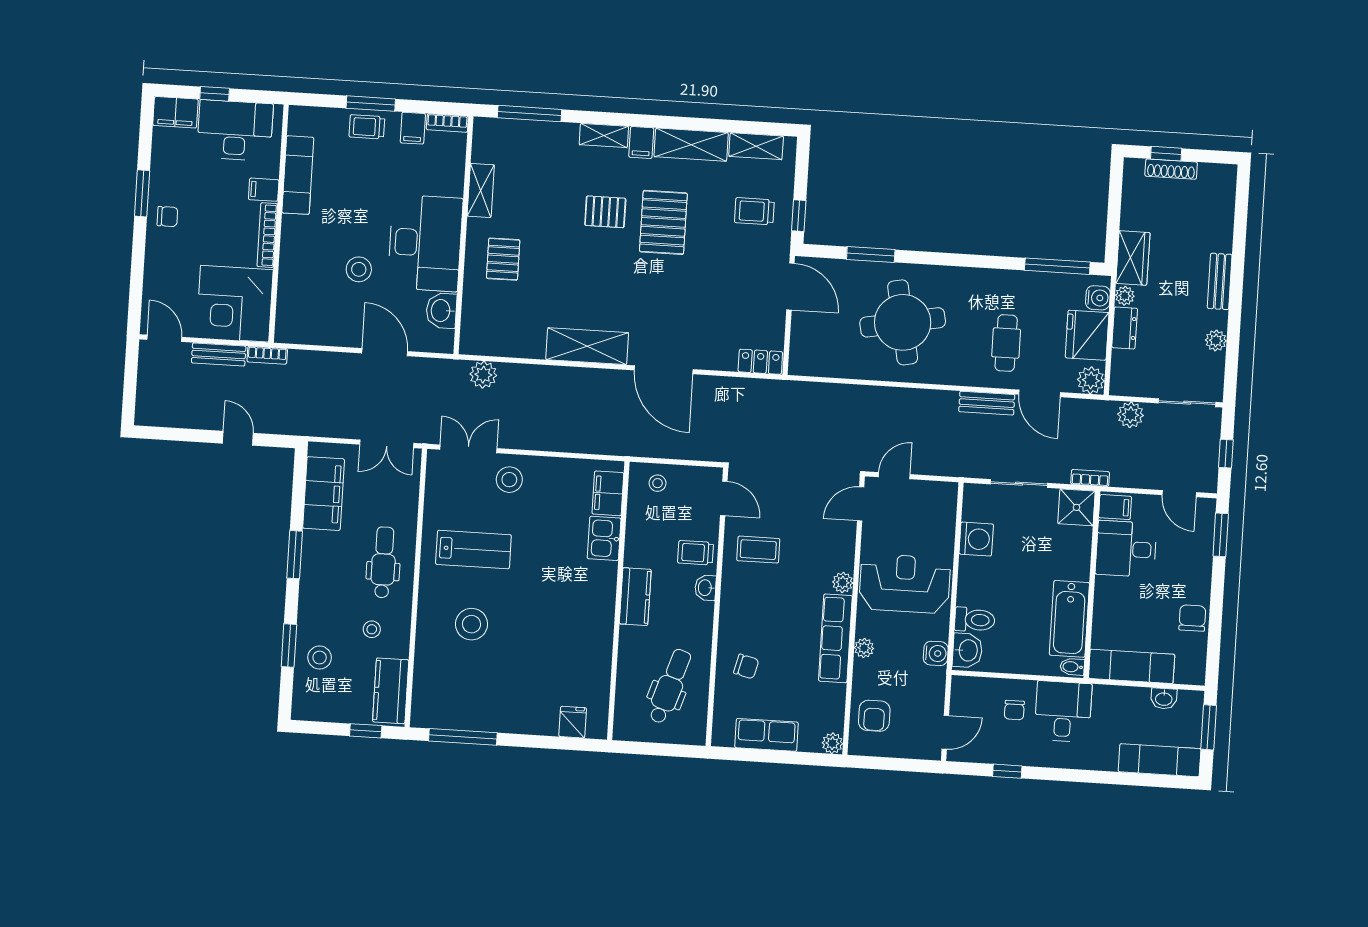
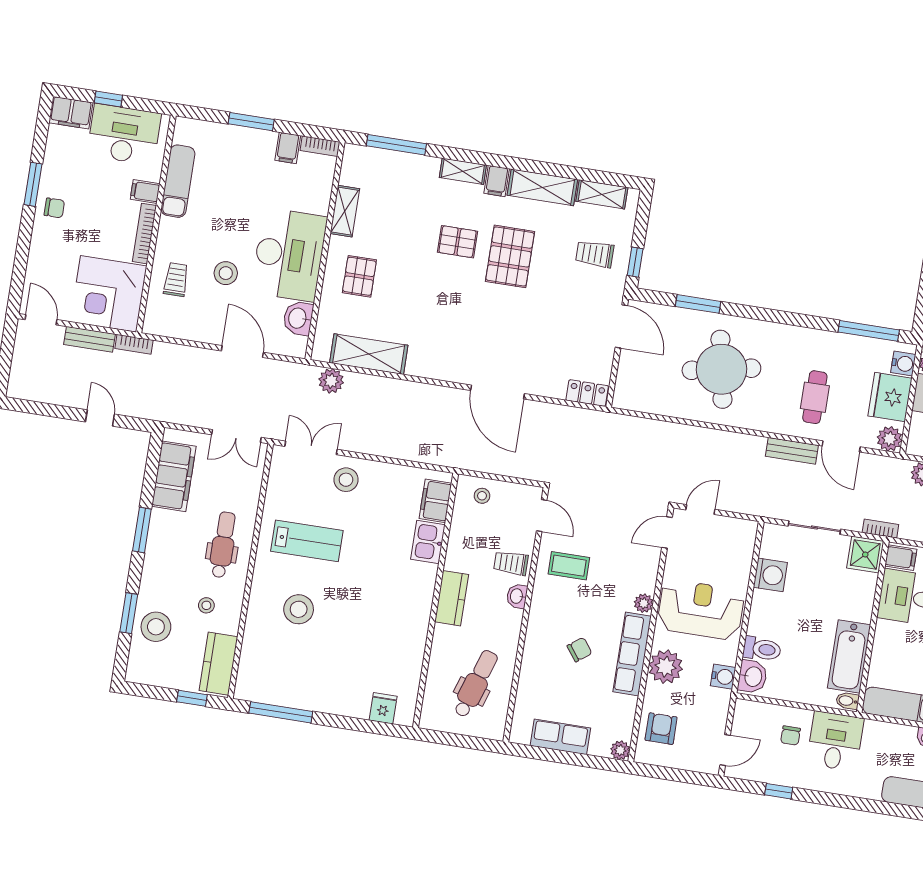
trolley: (367, 127) -> (176, 280), moved, turned 90
shelving: (587, 346) -> (369, 354), moved
plant: (864, 648) -> (666, 667), width x1.87, depth x1.87
stool: (320, 657) -> (156, 627), width x1.38, depth x1.38
chair: (746, 666) -> (580, 650), moved, turned -51
armchair: (874, 716) -> (661, 729), turned 180

